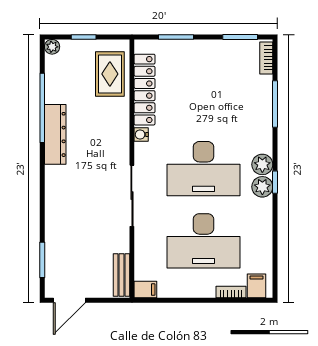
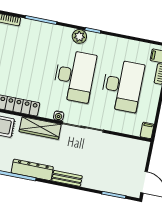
wardrobe: (118, 134) -> (40, 128), added
water cooler: (141, 135) -> (59, 116), moved
plant: (262, 187) -> (94, 39), removed
bench: (121, 275) -> (67, 178), moved

